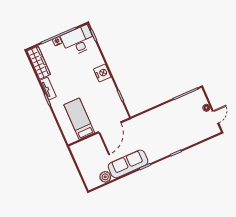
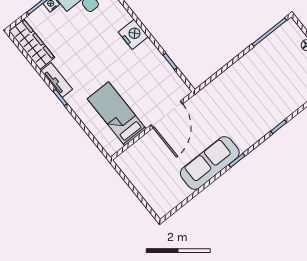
plant: (105, 177) -> (180, 192), removed

